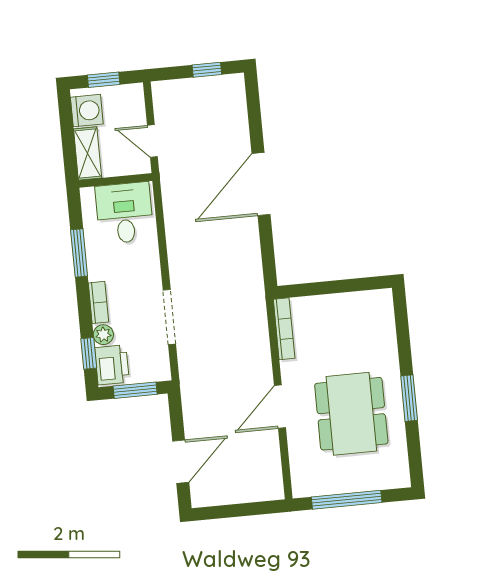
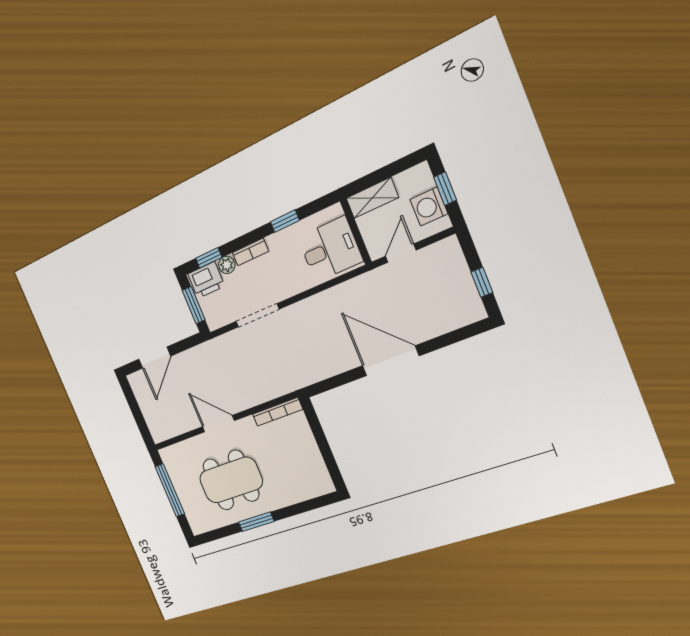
washing machine: (87, 111) -> (429, 207), moved, turned 90
window: (79, 253) -> (285, 221), width x0.67
door: (181, 462) -> (155, 358), hinge flipped

